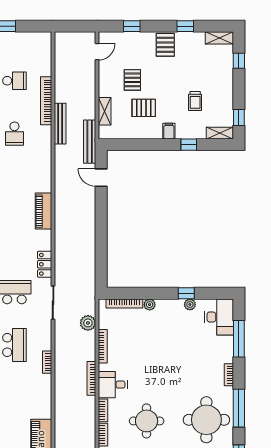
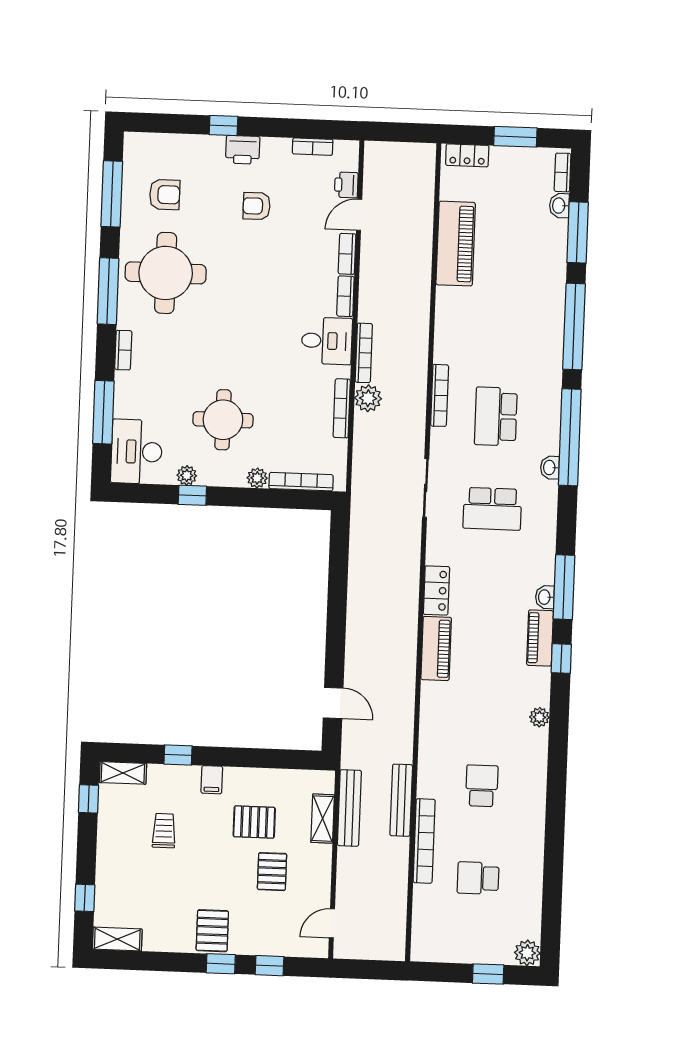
window: (185, 26) -> (221, 964), moved
bench: (90, 142) -> (349, 808), moved
locker: (45, 264) -> (436, 591), moved
plant: (88, 323) -> (368, 398), moved
bookcase: (47, 362) -> (440, 395), width x1.56
round table: (147, 421) -> (223, 420), moved

